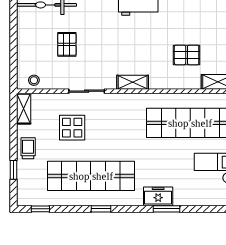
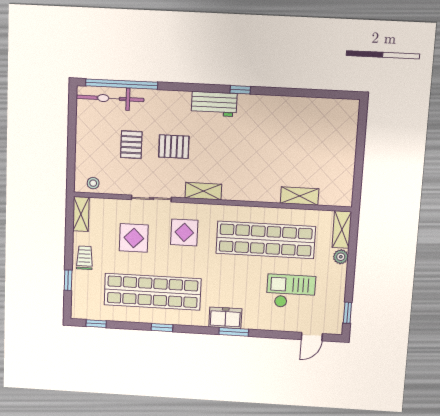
pallet: (187, 55) -> (174, 147), moved
display table: (117, 120) -> (184, 232), added

